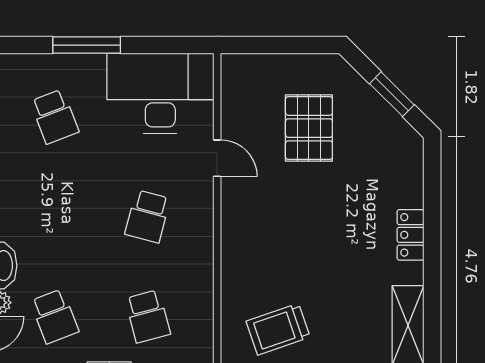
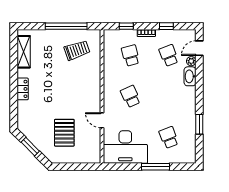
school desk: (148, 216) -> (131, 96), turned -39

